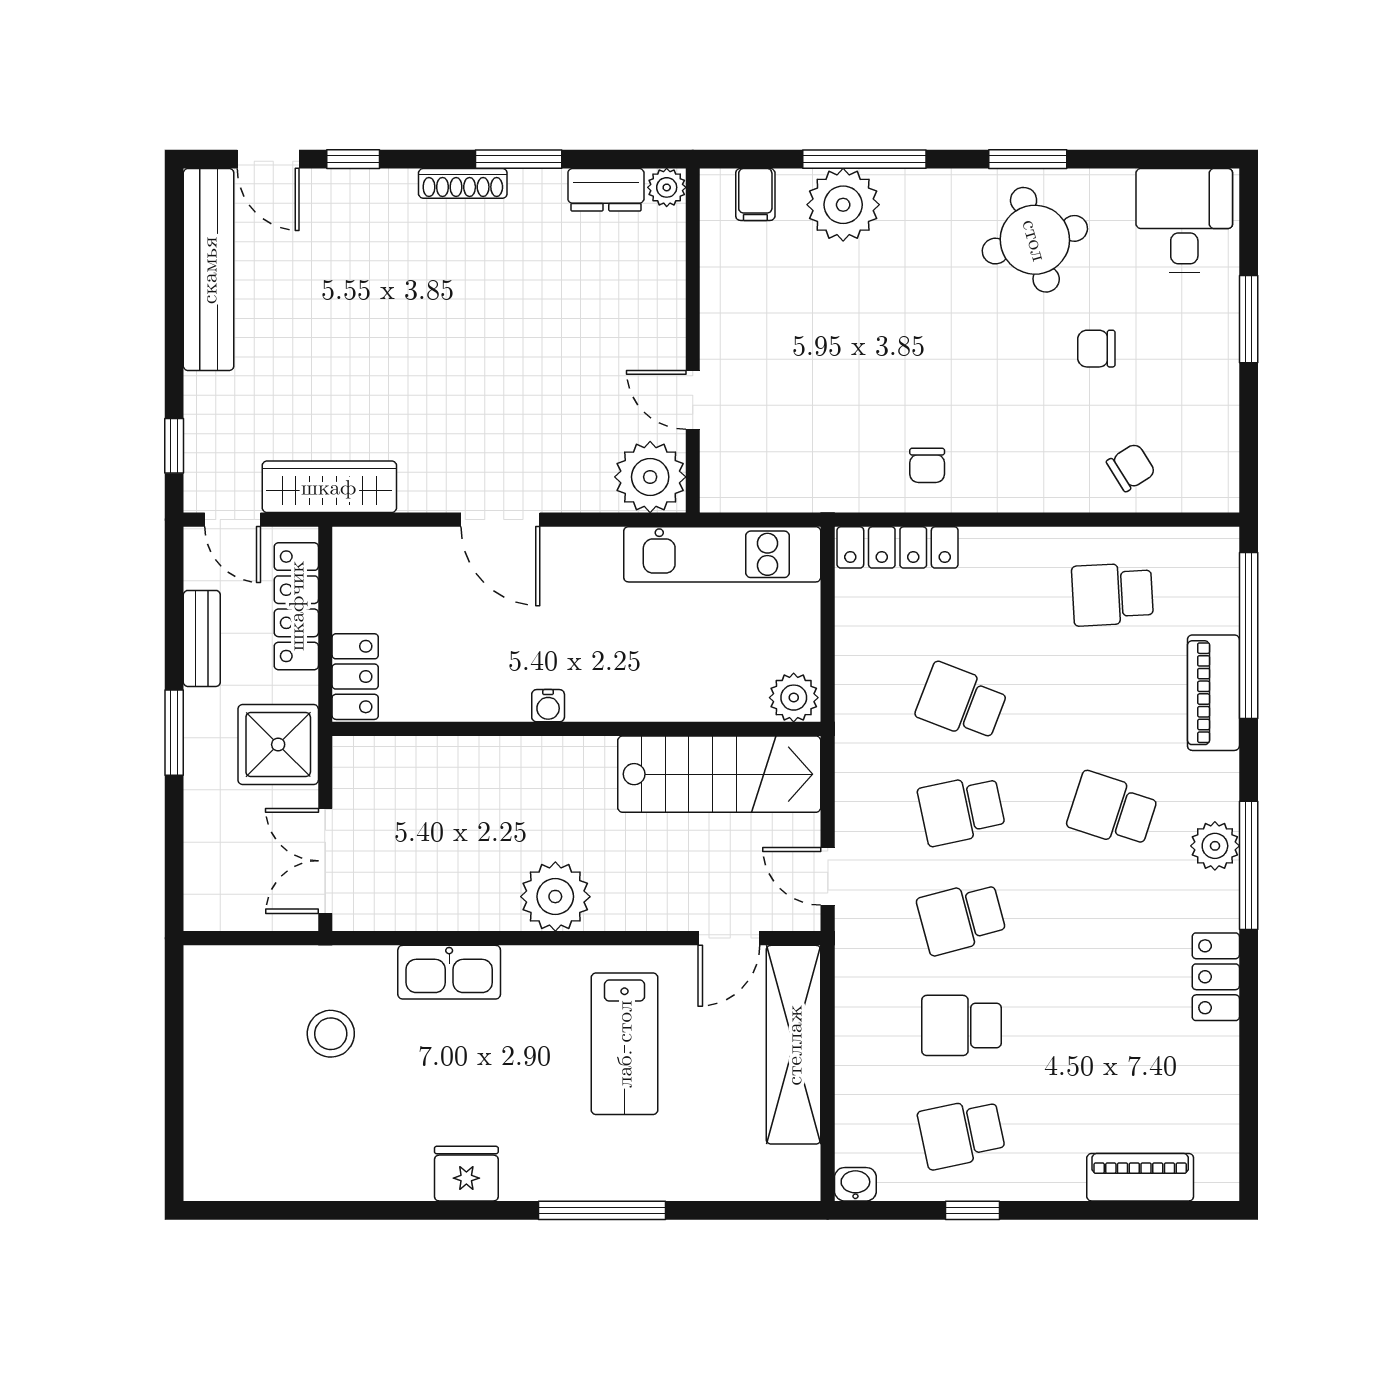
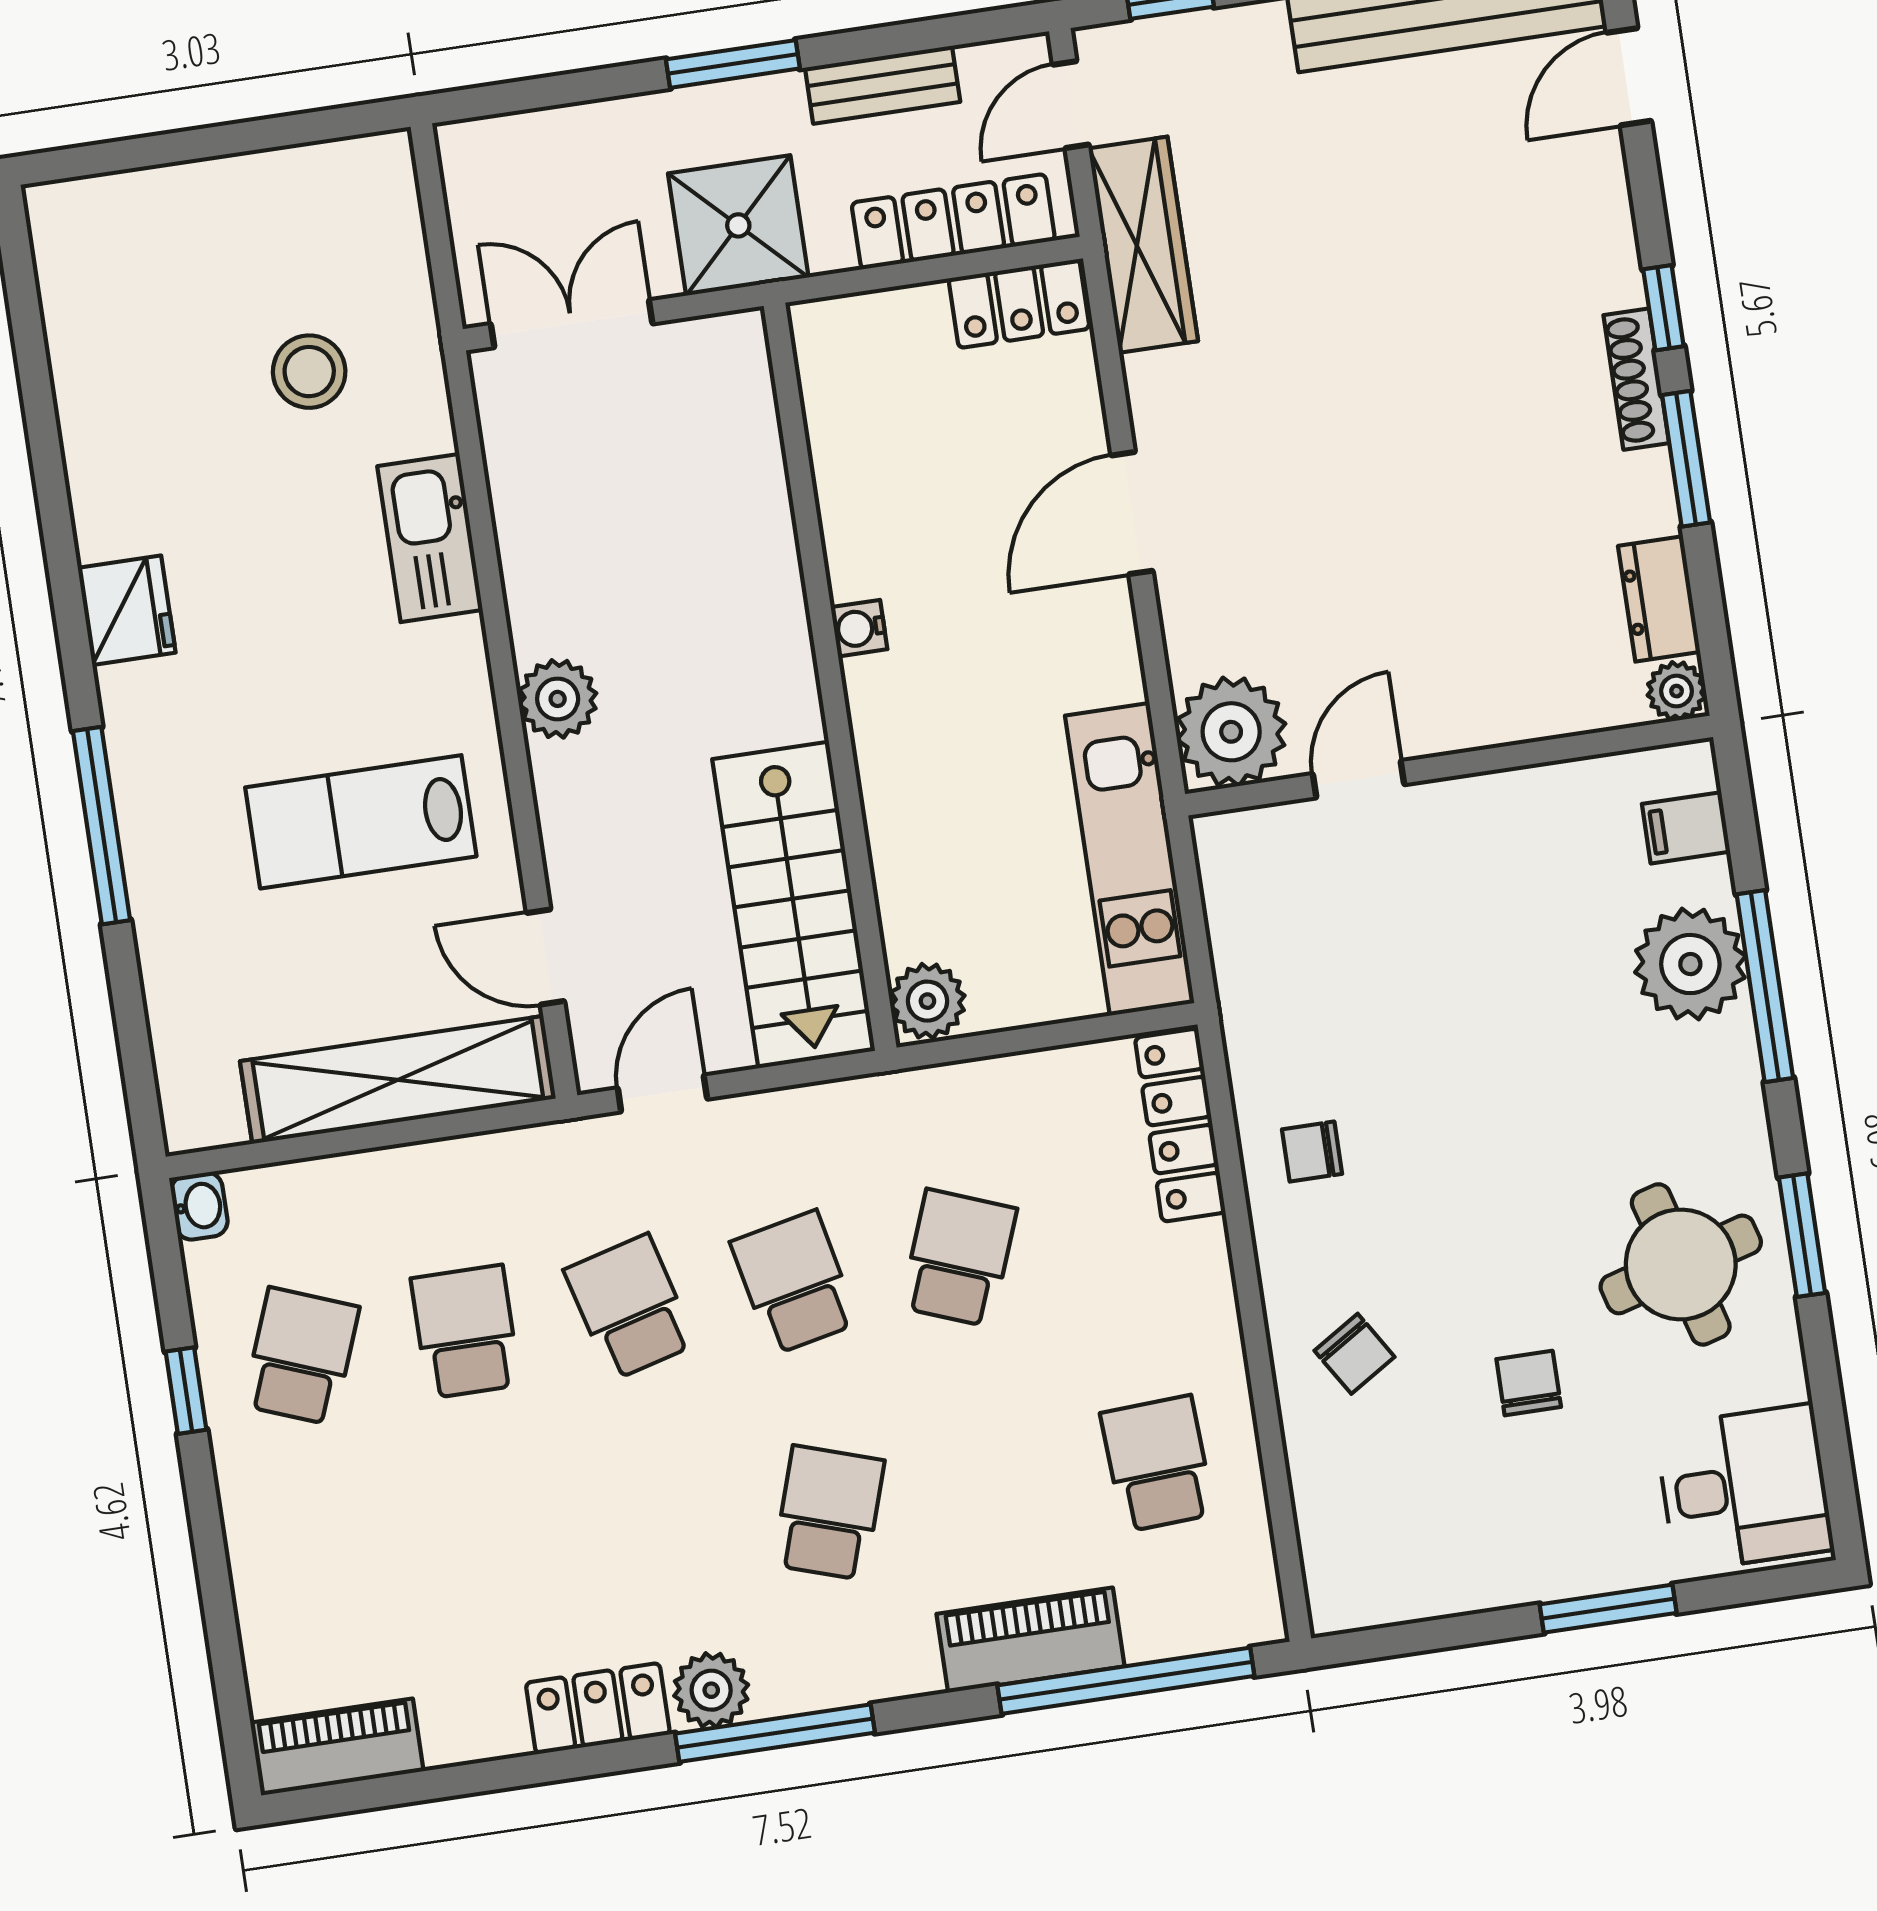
window: (353, 159) -> (1663, 308), moved
chair: (1131, 467) -> (1354, 1354), moved
locker: (355, 677) -> (1019, 304), moved
plant: (1215, 846) -> (711, 1690), moved
plant: (555, 897) -> (558, 699), width x0.73, depth x0.73
school desk: (961, 1133) -> (301, 1356), turned 33
piano: (1140, 1177) -> (337, 1747), moved, turned -90

